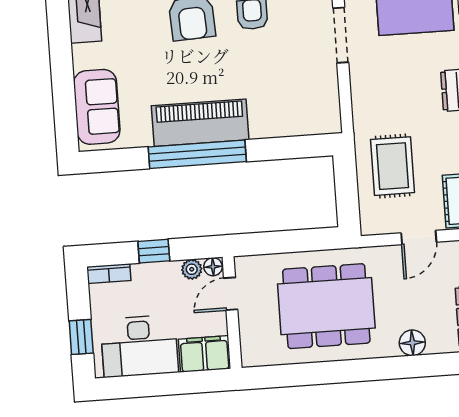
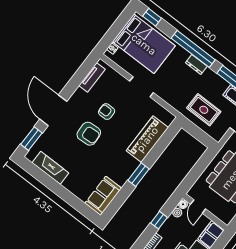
sofa: (97, 107) -> (103, 196), moved, turned -90
piano: (200, 123) -> (147, 139), moved
window: (197, 154) -> (139, 175), width x0.47

